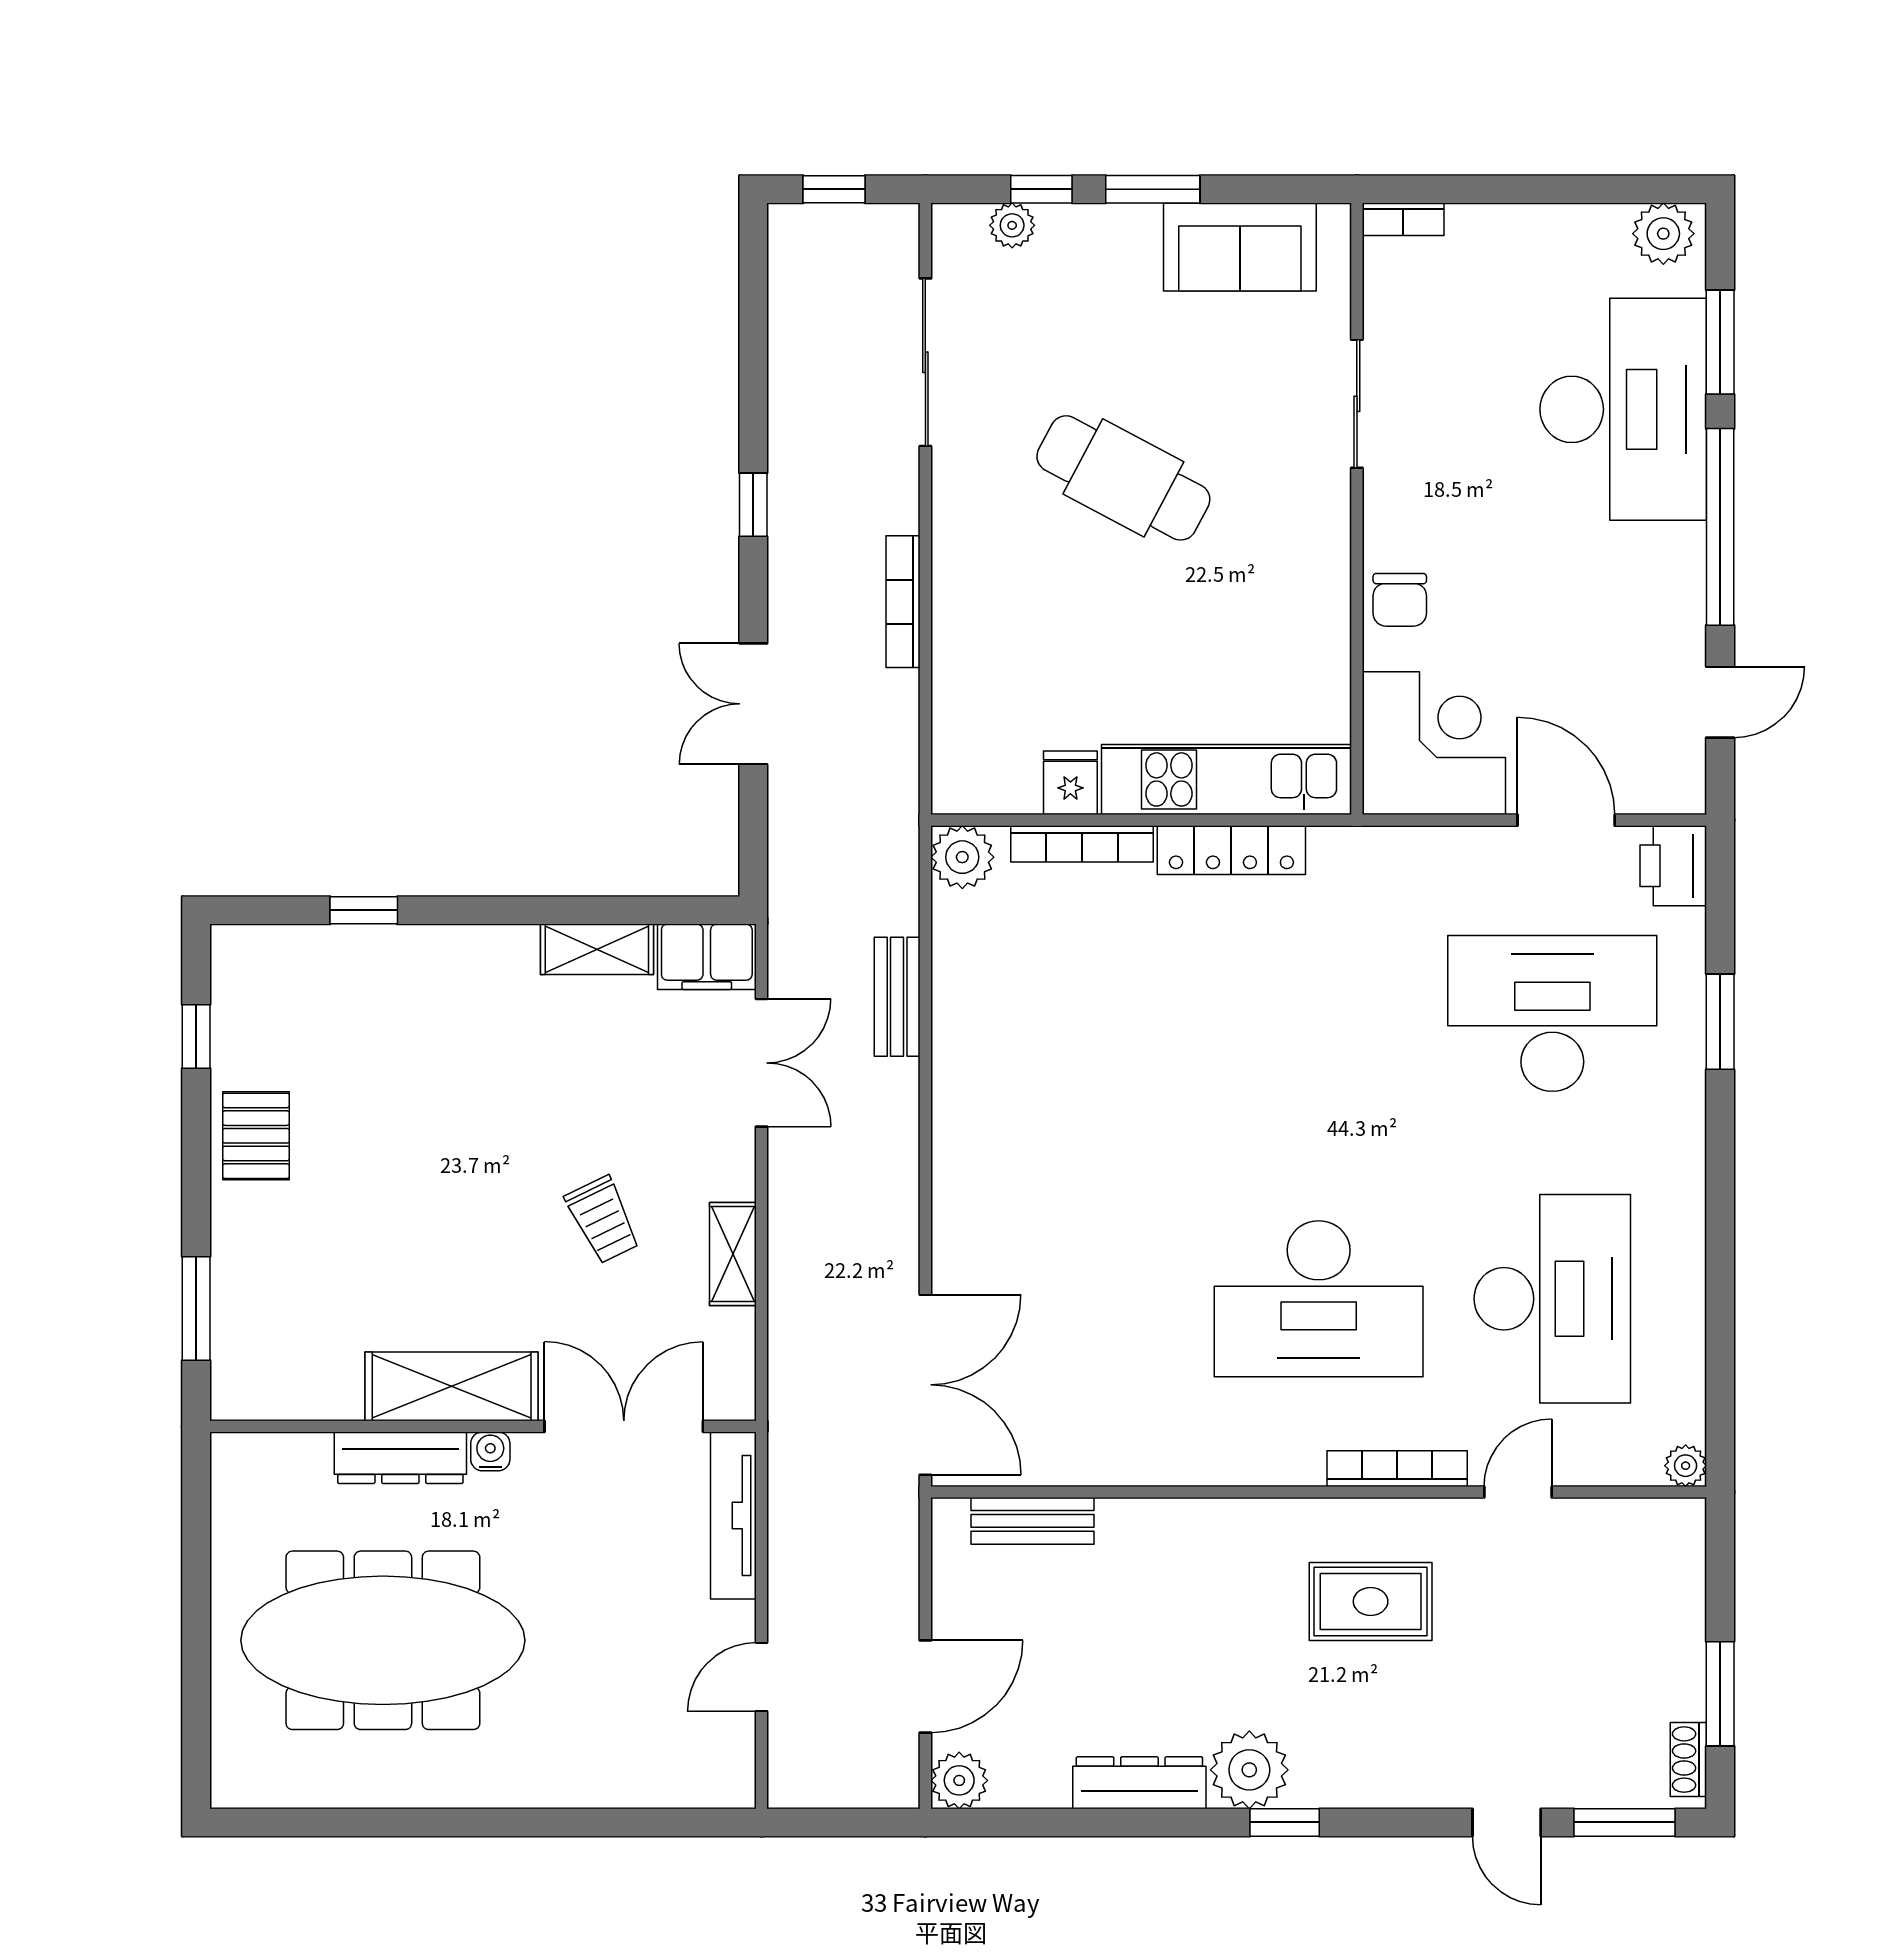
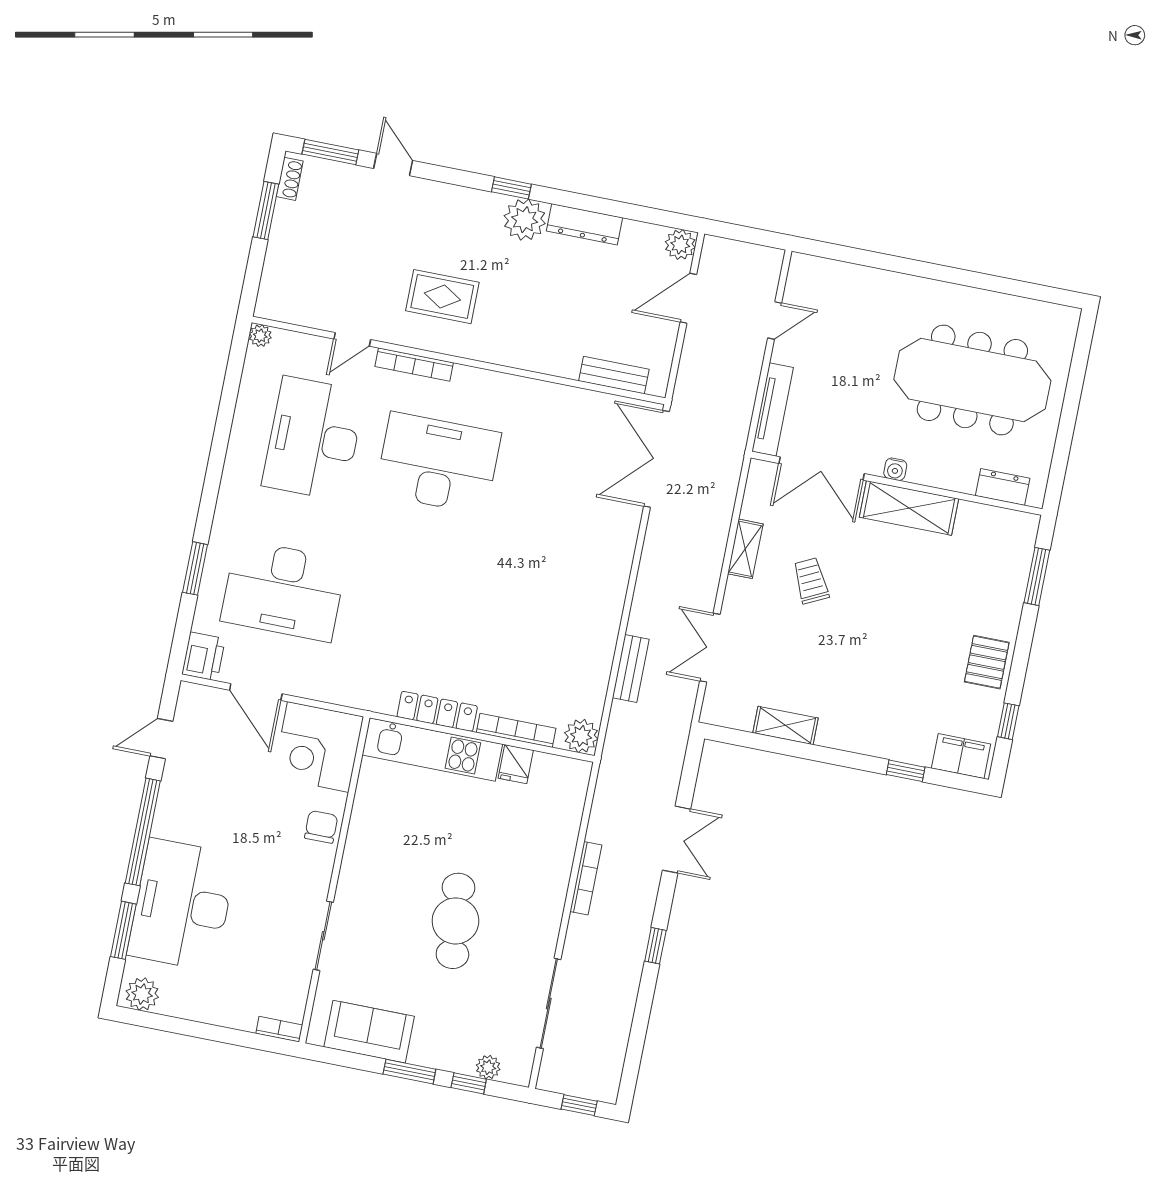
cafe table: (1123, 478) -> (455, 921), turned 56
filing cabinet: (707, 957) -> (961, 756), moved
dresser: (400, 1458) -> (1003, 487), moved, width x0.70

